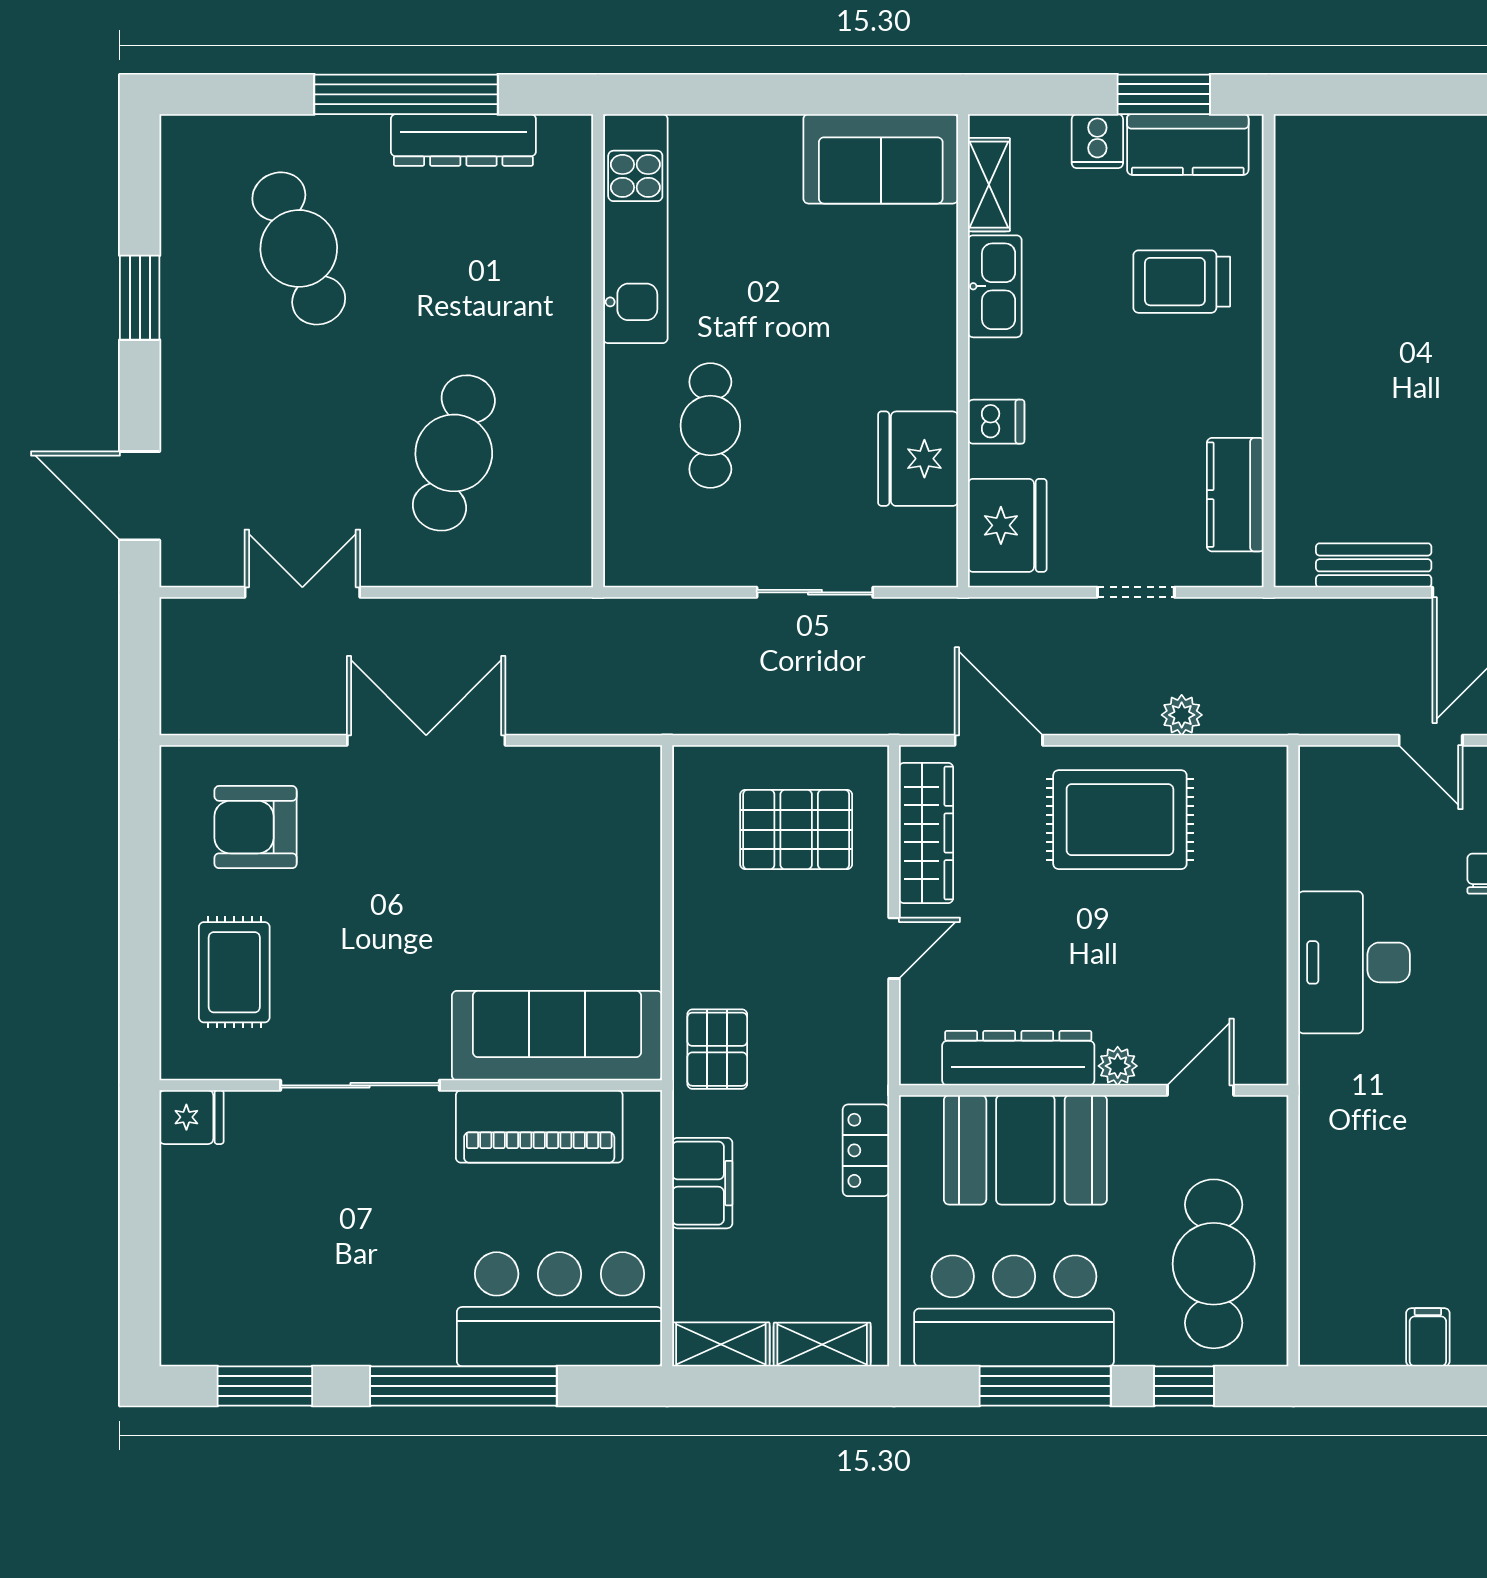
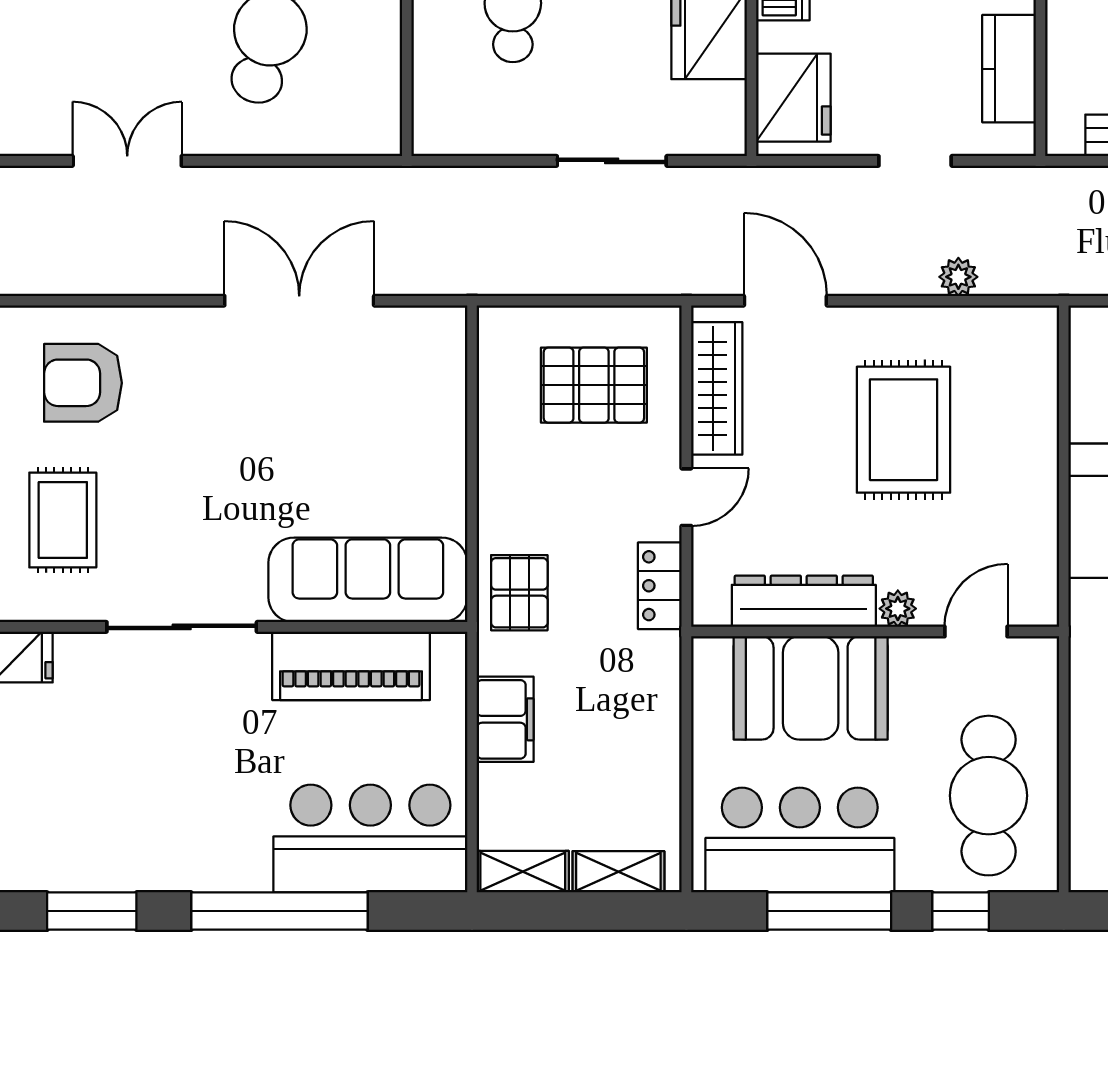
double door: (426, 740) -> (299, 301), moved
rug: (1120, 820) -> (904, 430), moved, turned 90
locker: (866, 1150) -> (660, 586), moved

